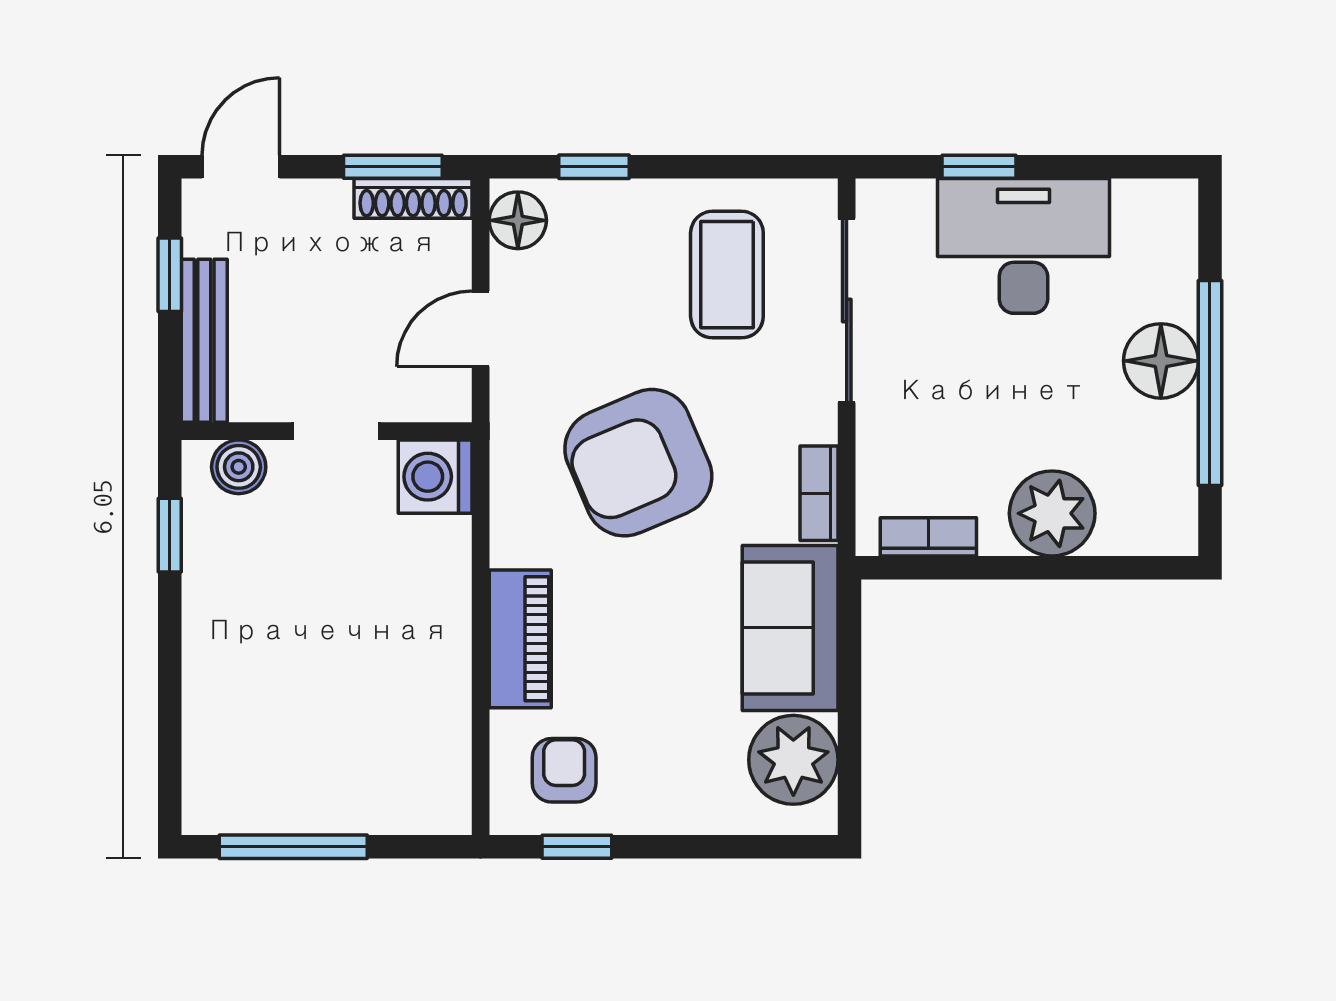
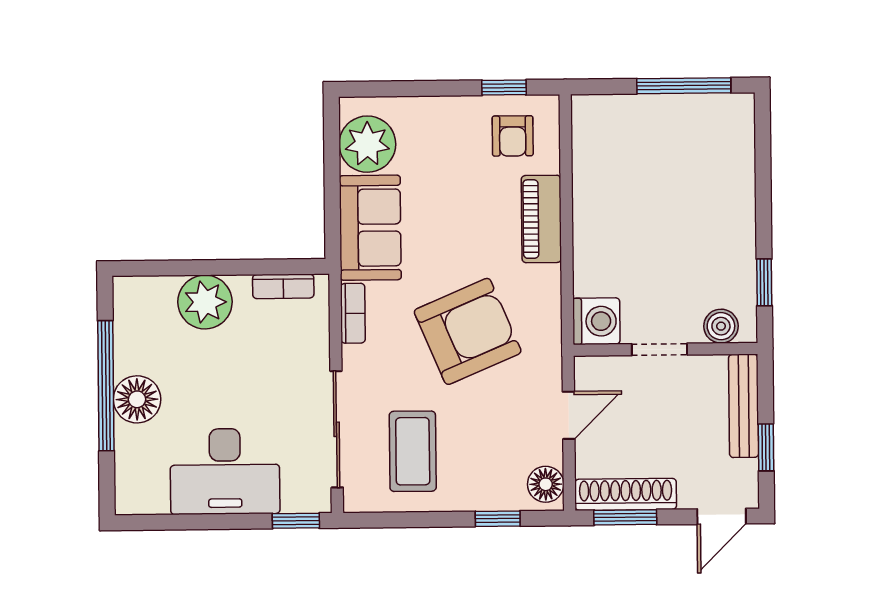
window: (979, 167) -> (296, 521), moved
shoe rack: (413, 198) -> (626, 494), width x1.36, depth x1.24

